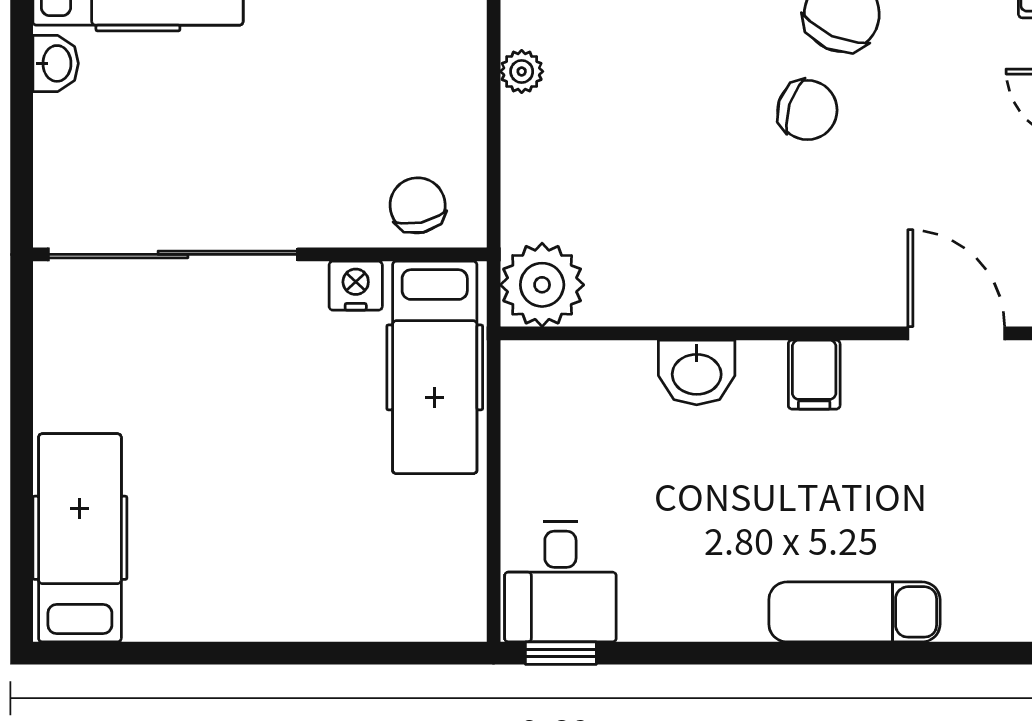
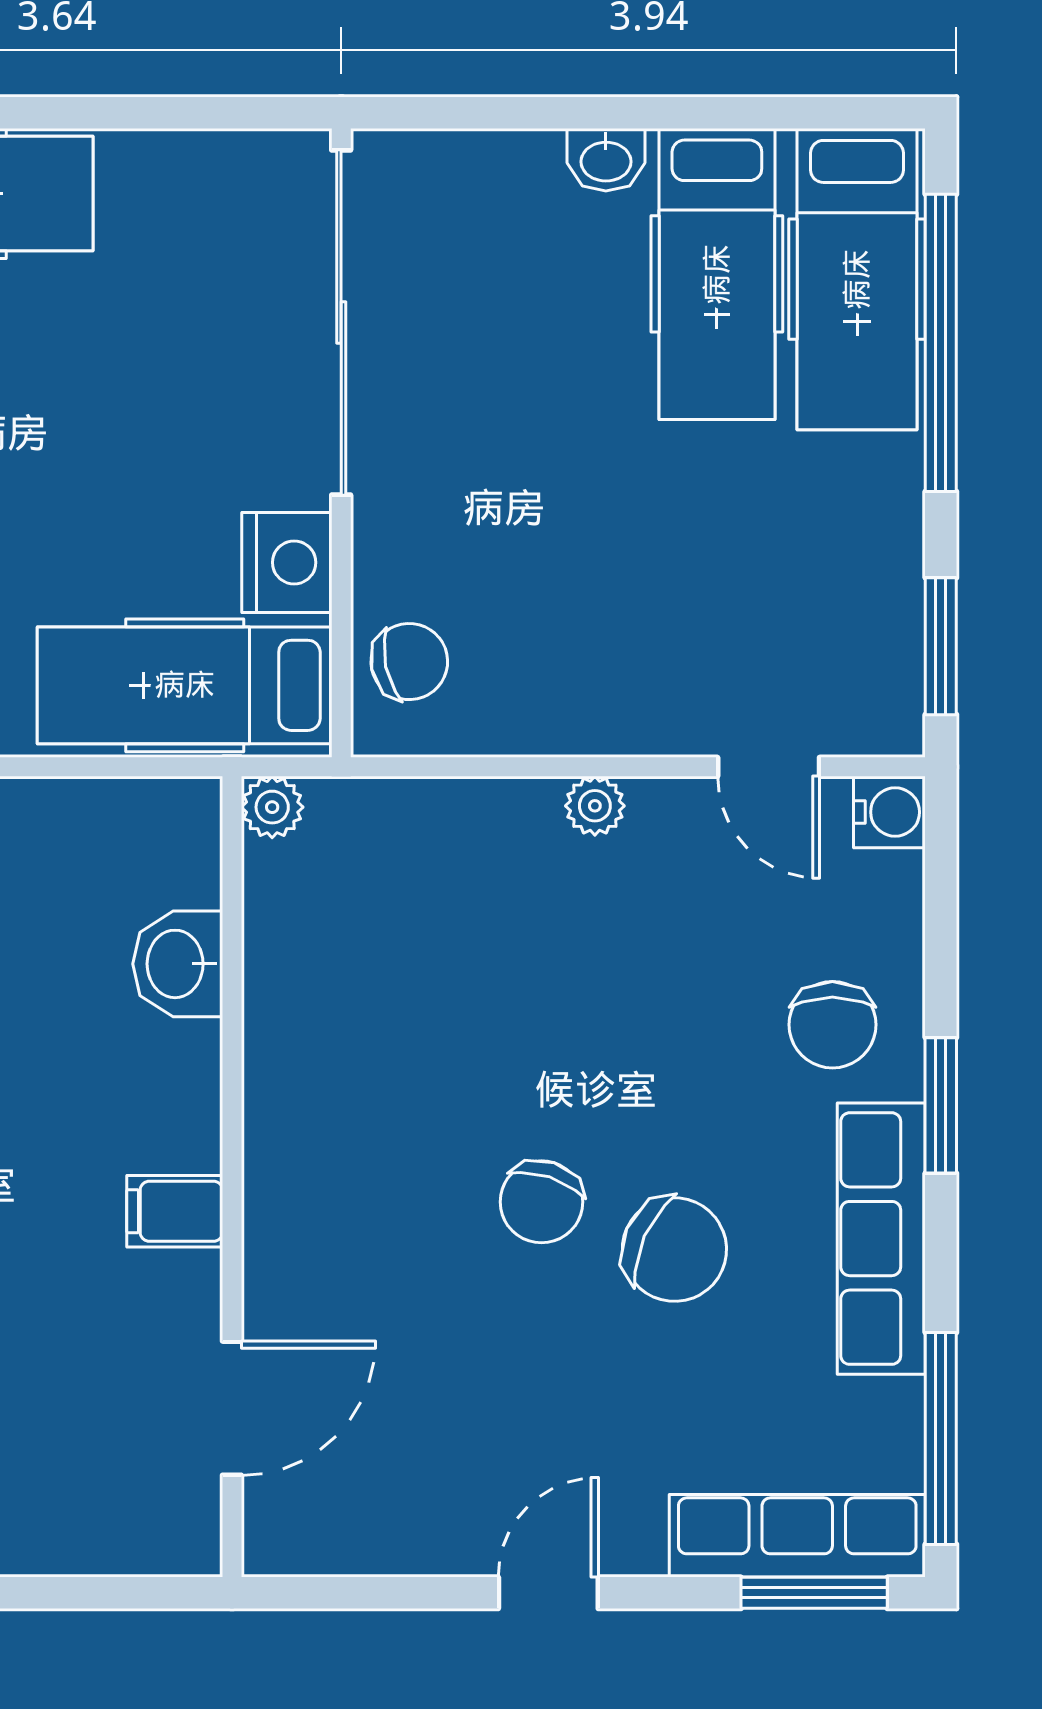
plant: (542, 285) -> (272, 807), width x0.53, depth x0.53
nightstand: (356, 286) -> (287, 562), width x1.36, depth x1.33
washbasin: (697, 372) -> (178, 964), moved

